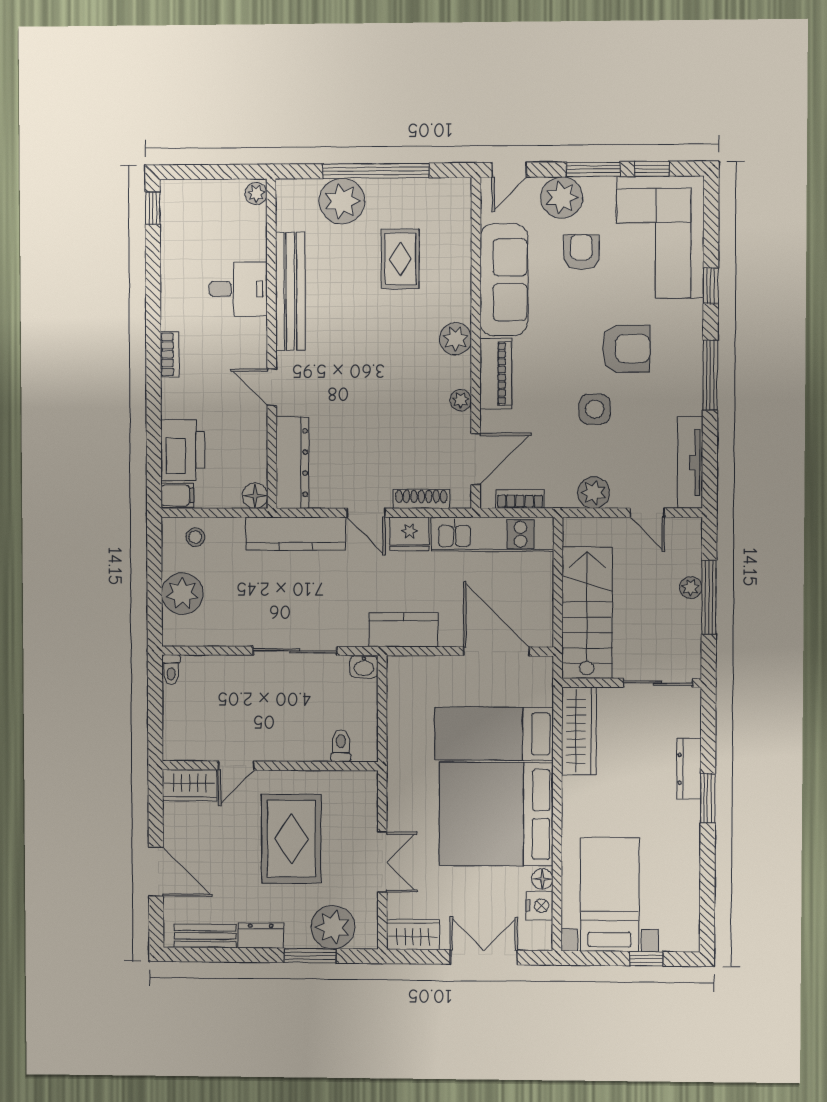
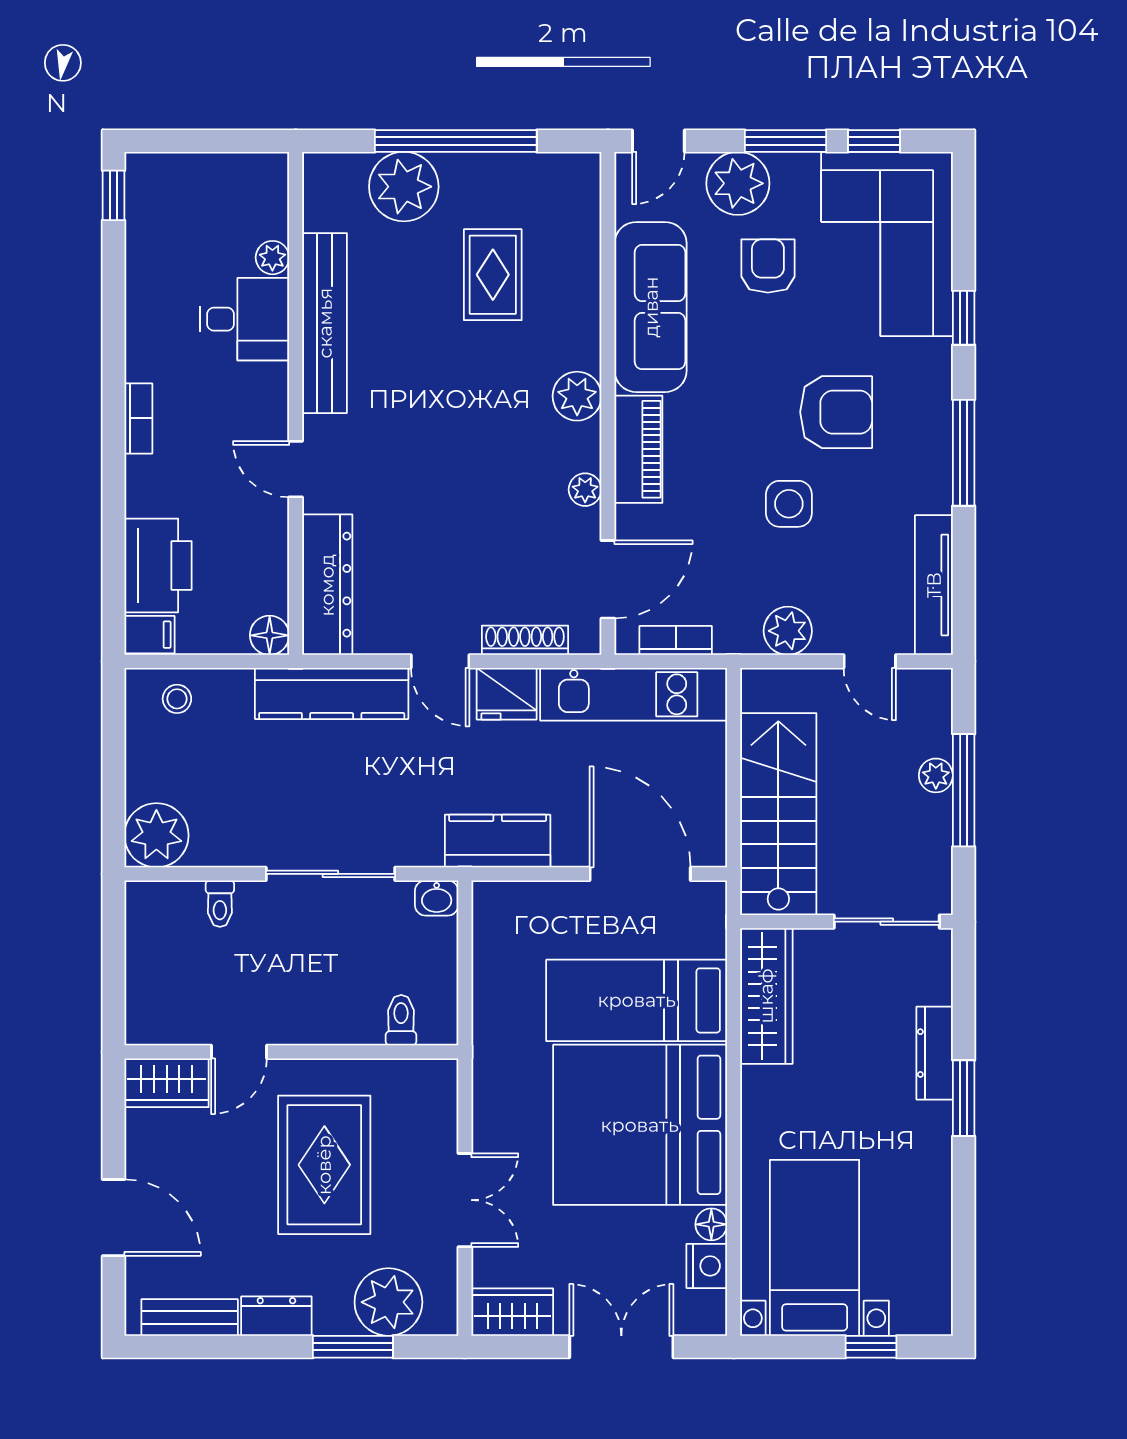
plant: (256, 194) -> (272, 258), moved
plant: (182, 594) -> (156, 835), moved
toilet: (171, 670) -> (220, 904), moved

